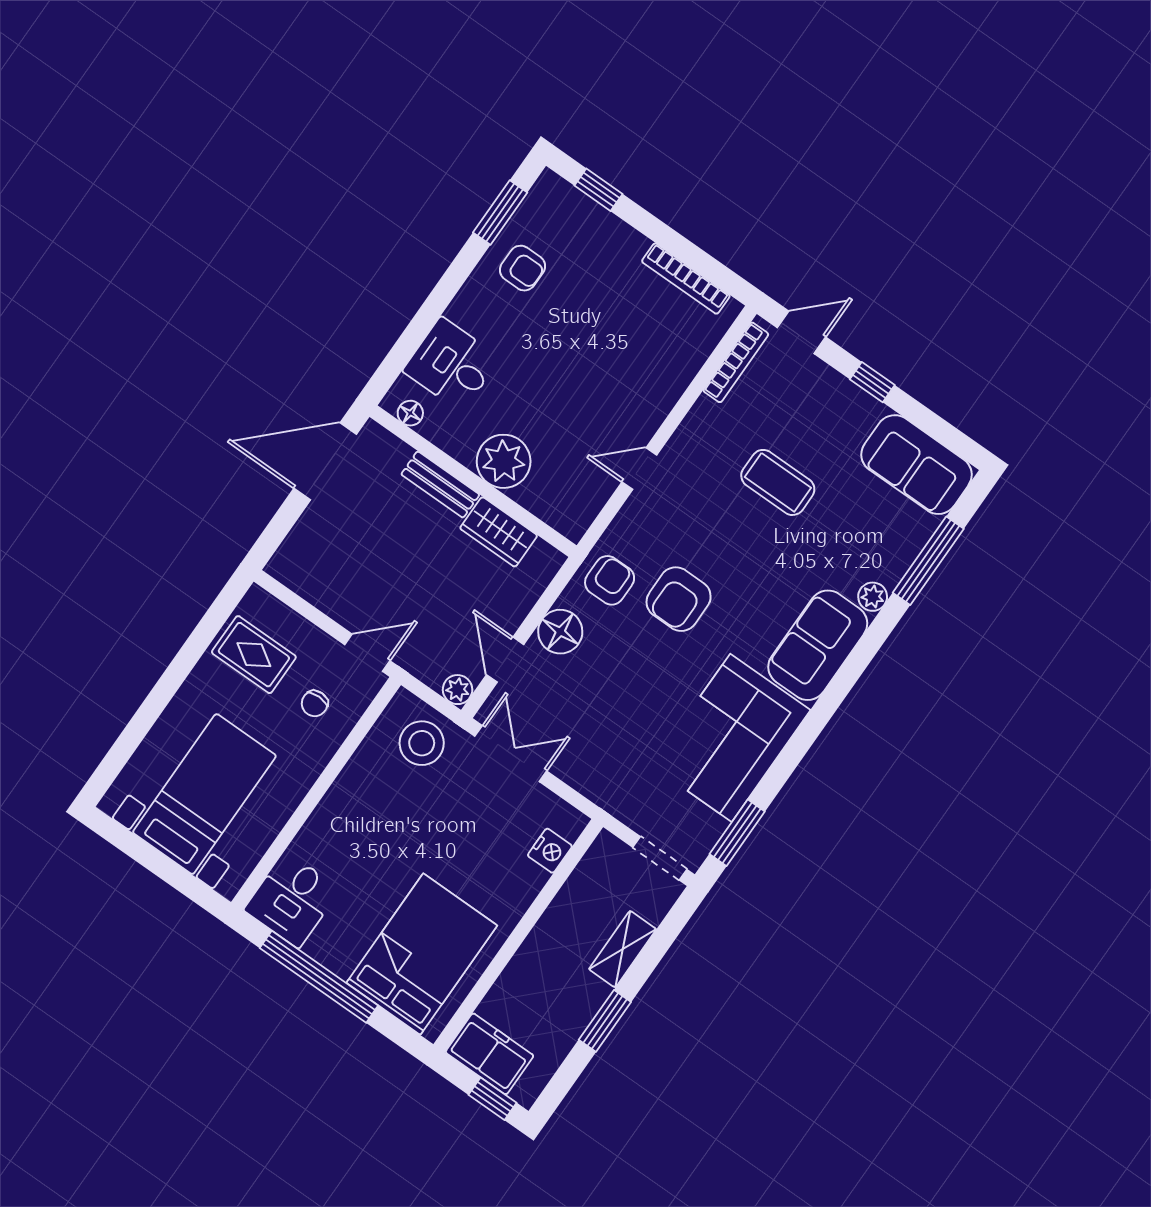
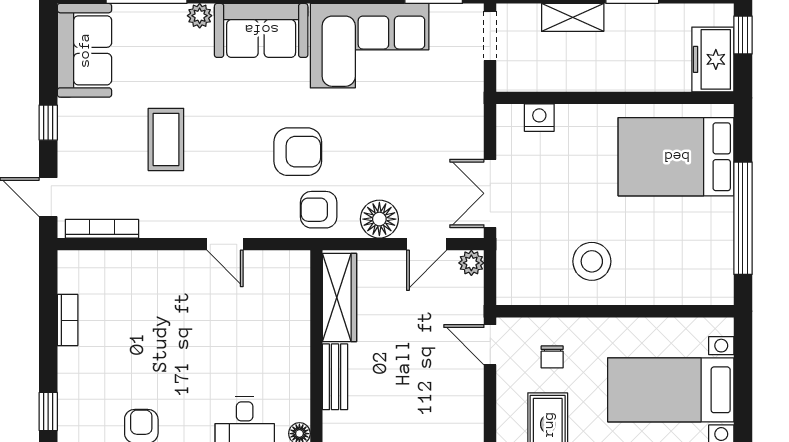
bookcase: (686, 279) -> (68, 320), width x0.64
plant: (504, 461) -> (287, 344), removed
wardrobe: (499, 532) -> (339, 297), width x1.50
chair: (315, 704) -> (552, 357), turned 90
stool: (422, 743) -> (592, 261), moved
desk: (292, 900) -> (702, 275), removed

